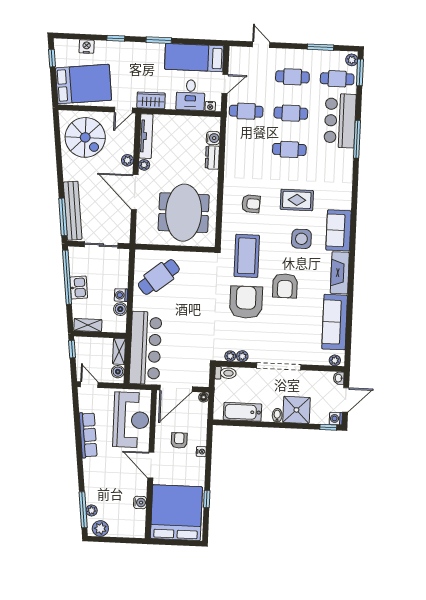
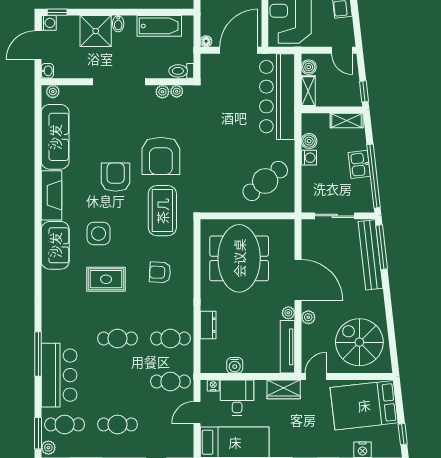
cafe table: (291, 113) -> (170, 338), moved
water cooler: (213, 138) -> (235, 365), moved, turned -90

